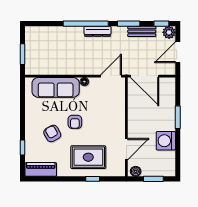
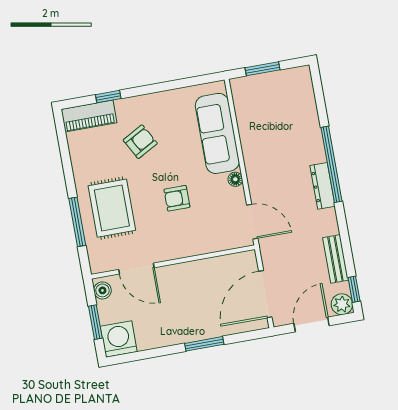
window: (129, 24) -> (344, 235), removed
door: (178, 52) -> (312, 325), hinge flipped
door: (145, 76) -> (265, 294), moved
armchair: (75, 122) -> (177, 198), moved
washing machine: (166, 141) -> (119, 339), moved
piano: (41, 169) -> (89, 116), moved, turned 90
window: (93, 179) -> (77, 222), width x2.17

